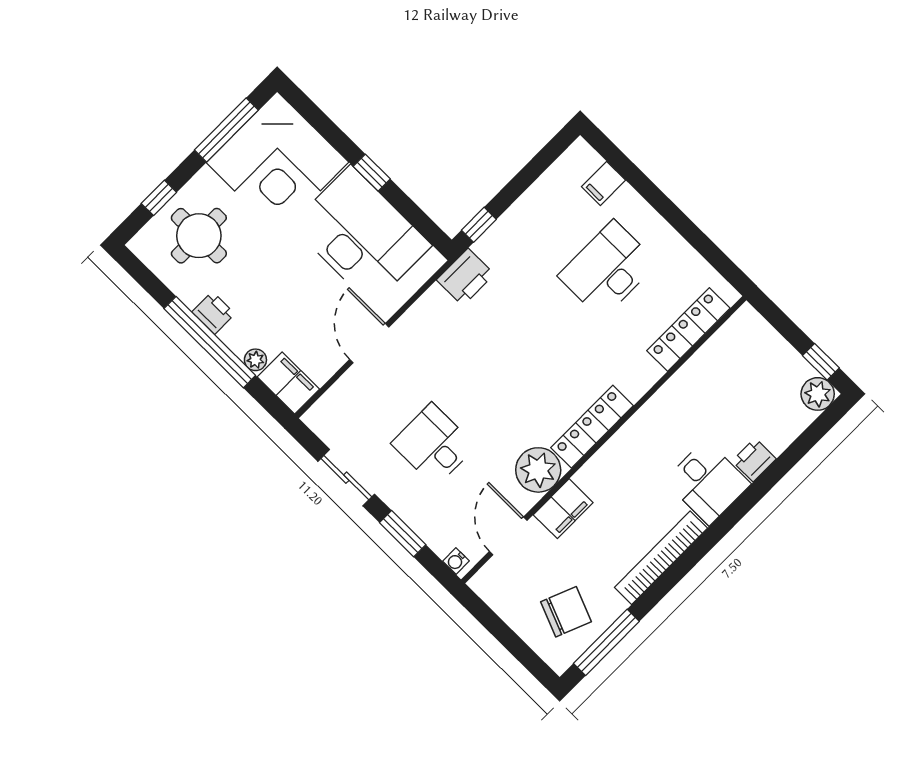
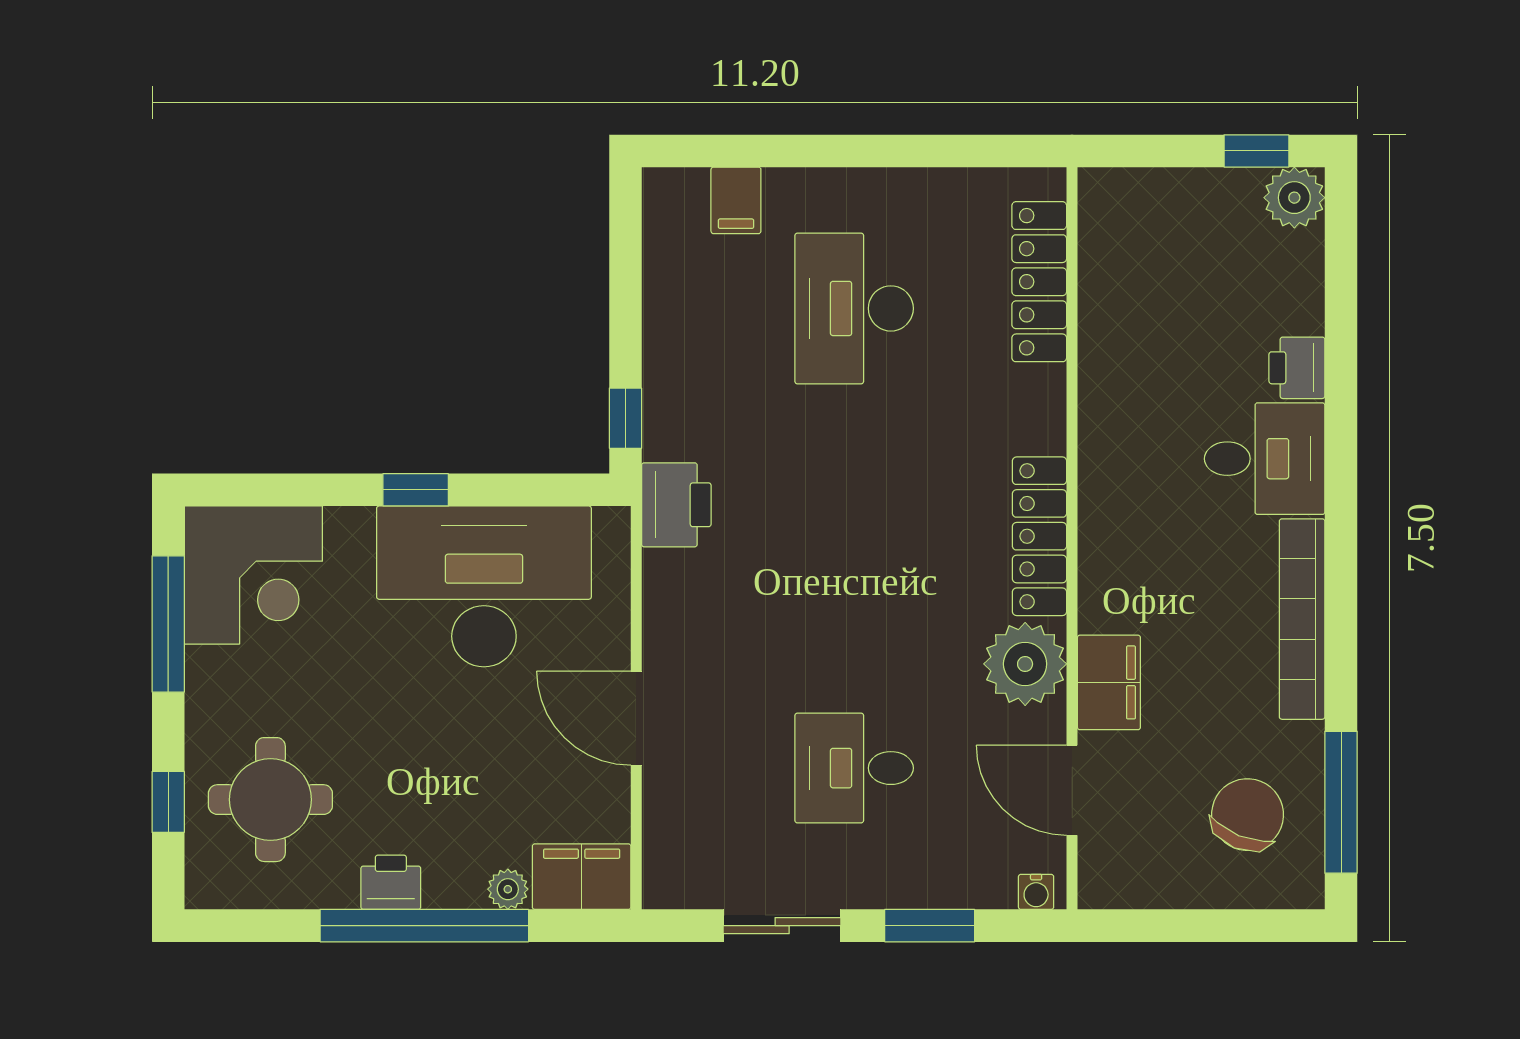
corner desk: (277, 162) -> (253, 575), width x0.74, depth x0.74

